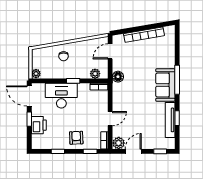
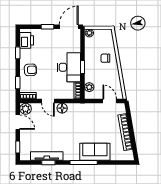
floor lamp: (118, 77) -> (62, 108), moved
sofa: (165, 85) -> (95, 152), moved
desk: (61, 96) -> (69, 67), moved
printer: (39, 125) -> (27, 40), moved, turned -90

